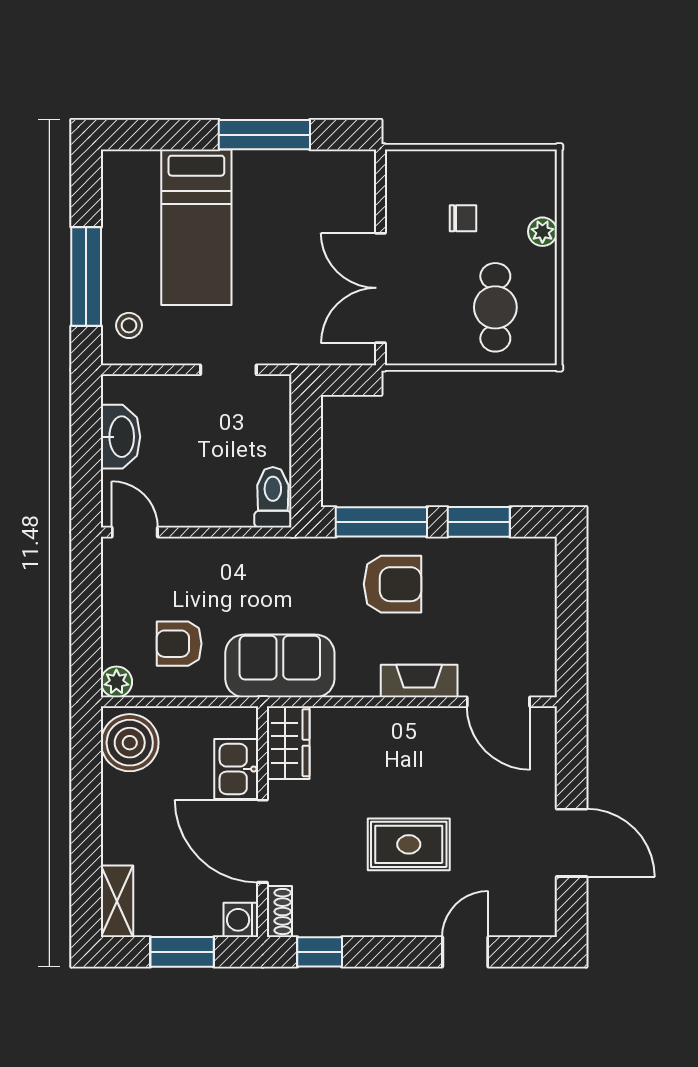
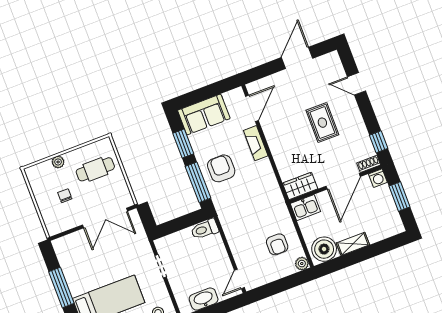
sofa: (280, 666) -> (204, 114), moved, turned -90
kitchen sink: (236, 769) -> (305, 208), moved
shelving: (117, 901) -> (353, 244), moved

